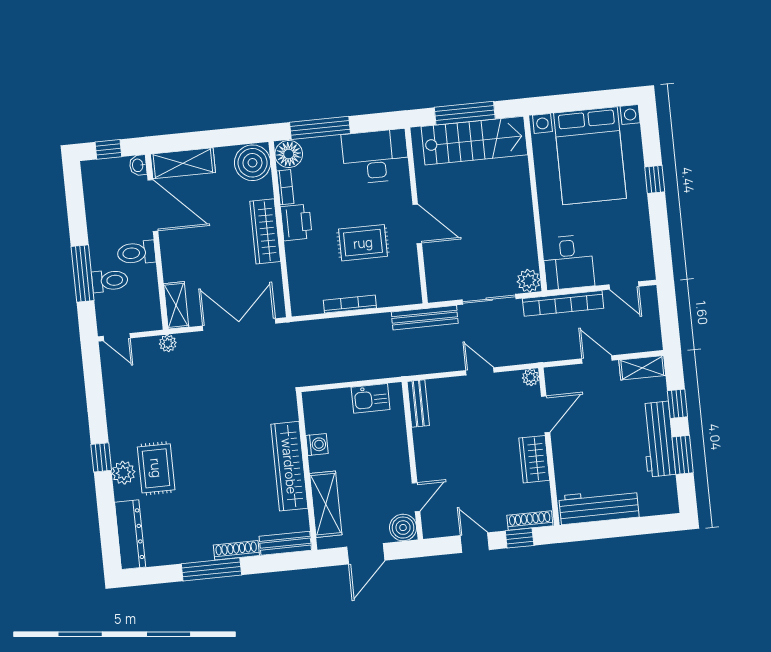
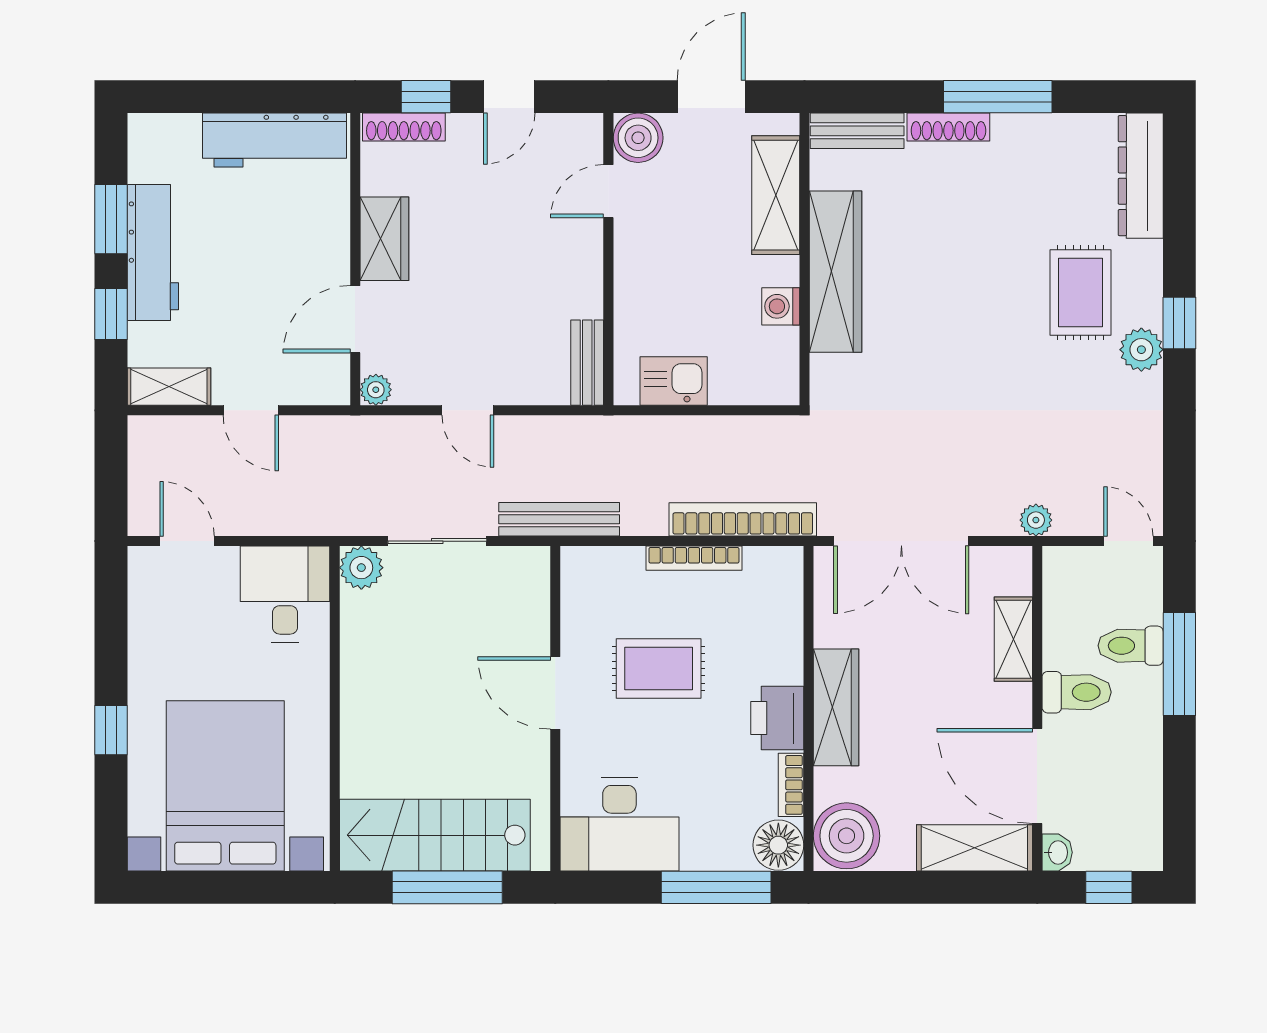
bookcase: (563, 303) -> (743, 519), moved
shelving: (176, 305) -> (1013, 639), moved
plant: (123, 473) -> (1141, 350), moved
door: (475, 543) -> (509, 97), hinge flipped

